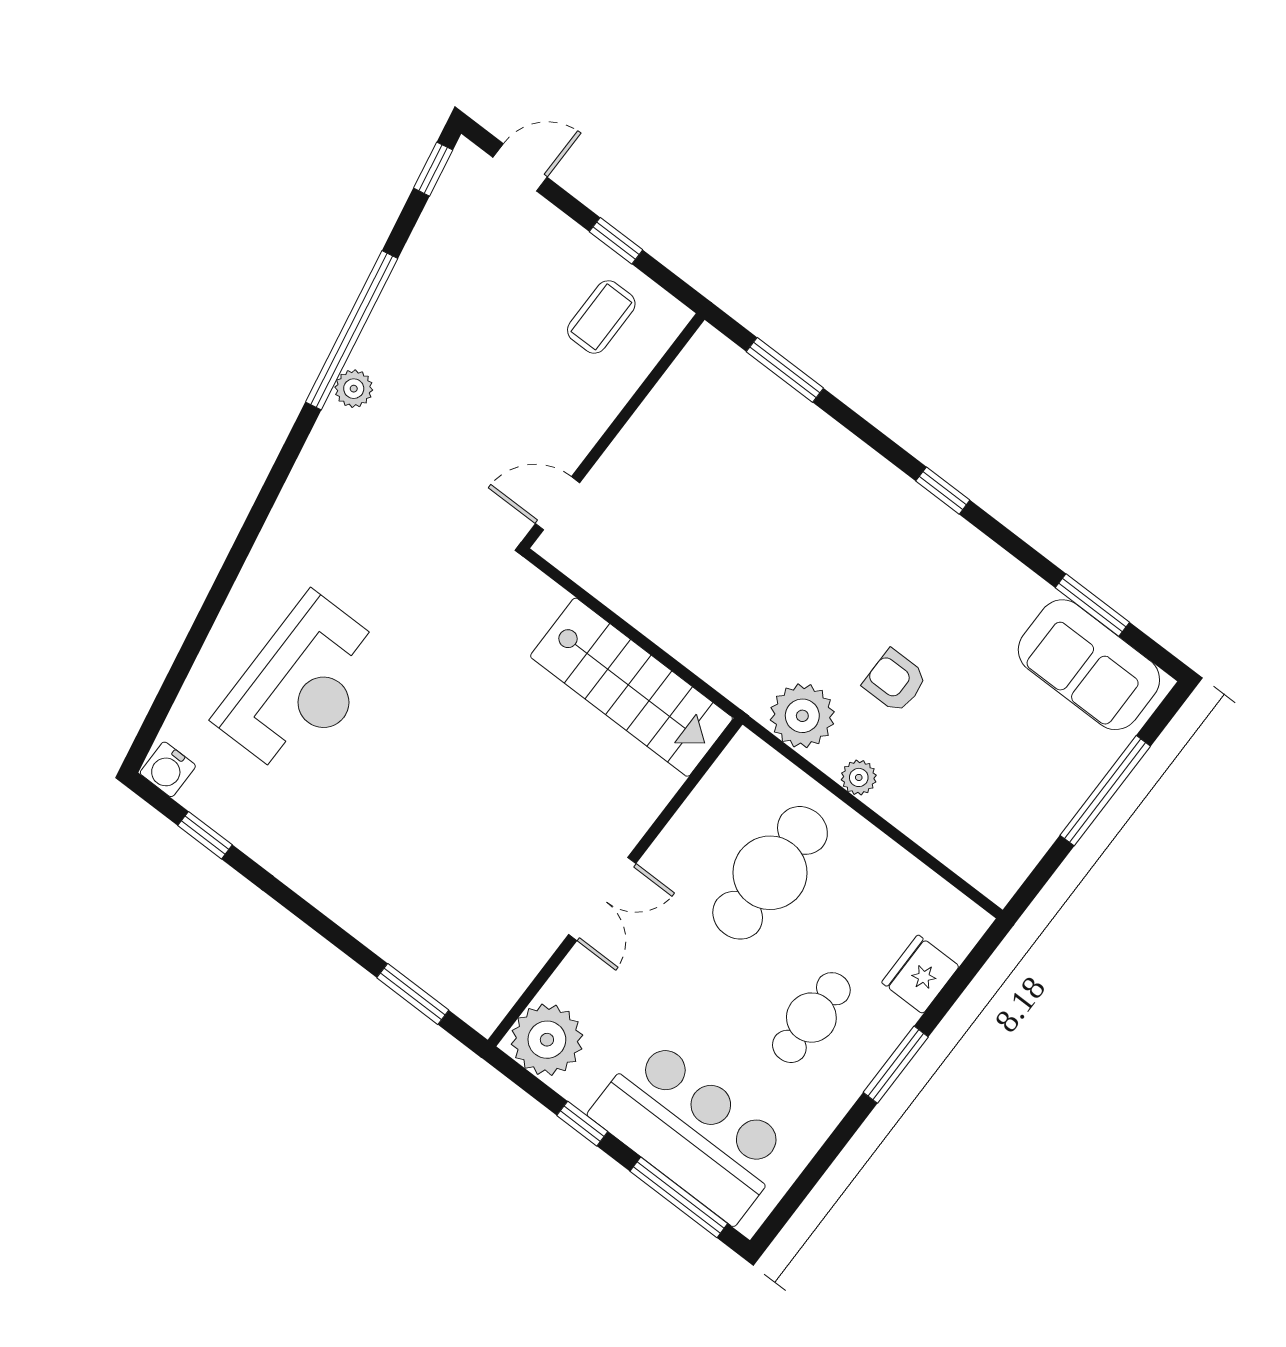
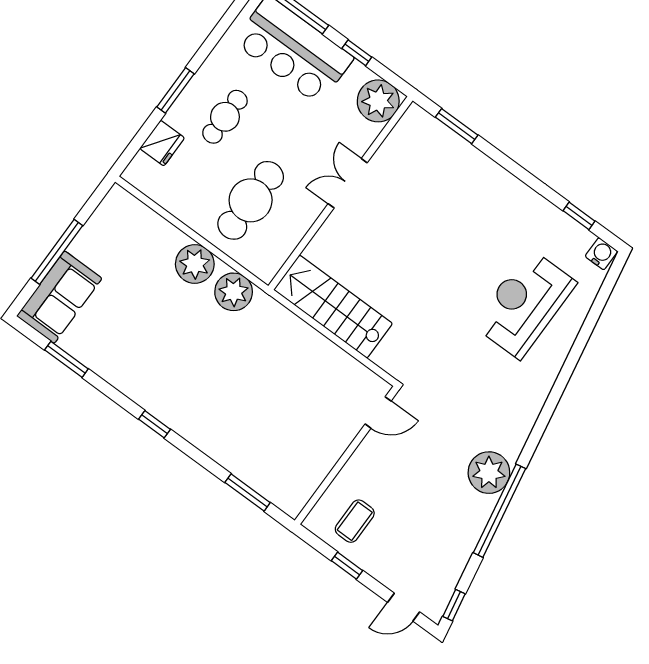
plant: (354, 389) -> (489, 473), width x1.88, depth x1.88
sofa: (1089, 665) -> (59, 297), moved, turned 90
armchair: (895, 681) -> (180, 313), removed
plant: (859, 777) -> (195, 264), width x1.87, depth x1.87

